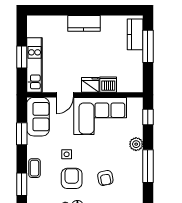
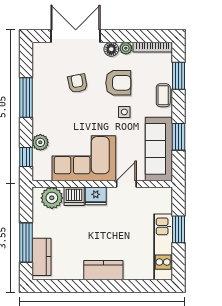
kitchen unit: (35, 65) -> (163, 247), moved
plant: (127, 83) -> (52, 198), added
sofa: (38, 117) -> (159, 149), width x1.36
plant: (136, 144) -> (40, 142), moved
armchair: (72, 178) -> (118, 83), turned -90

